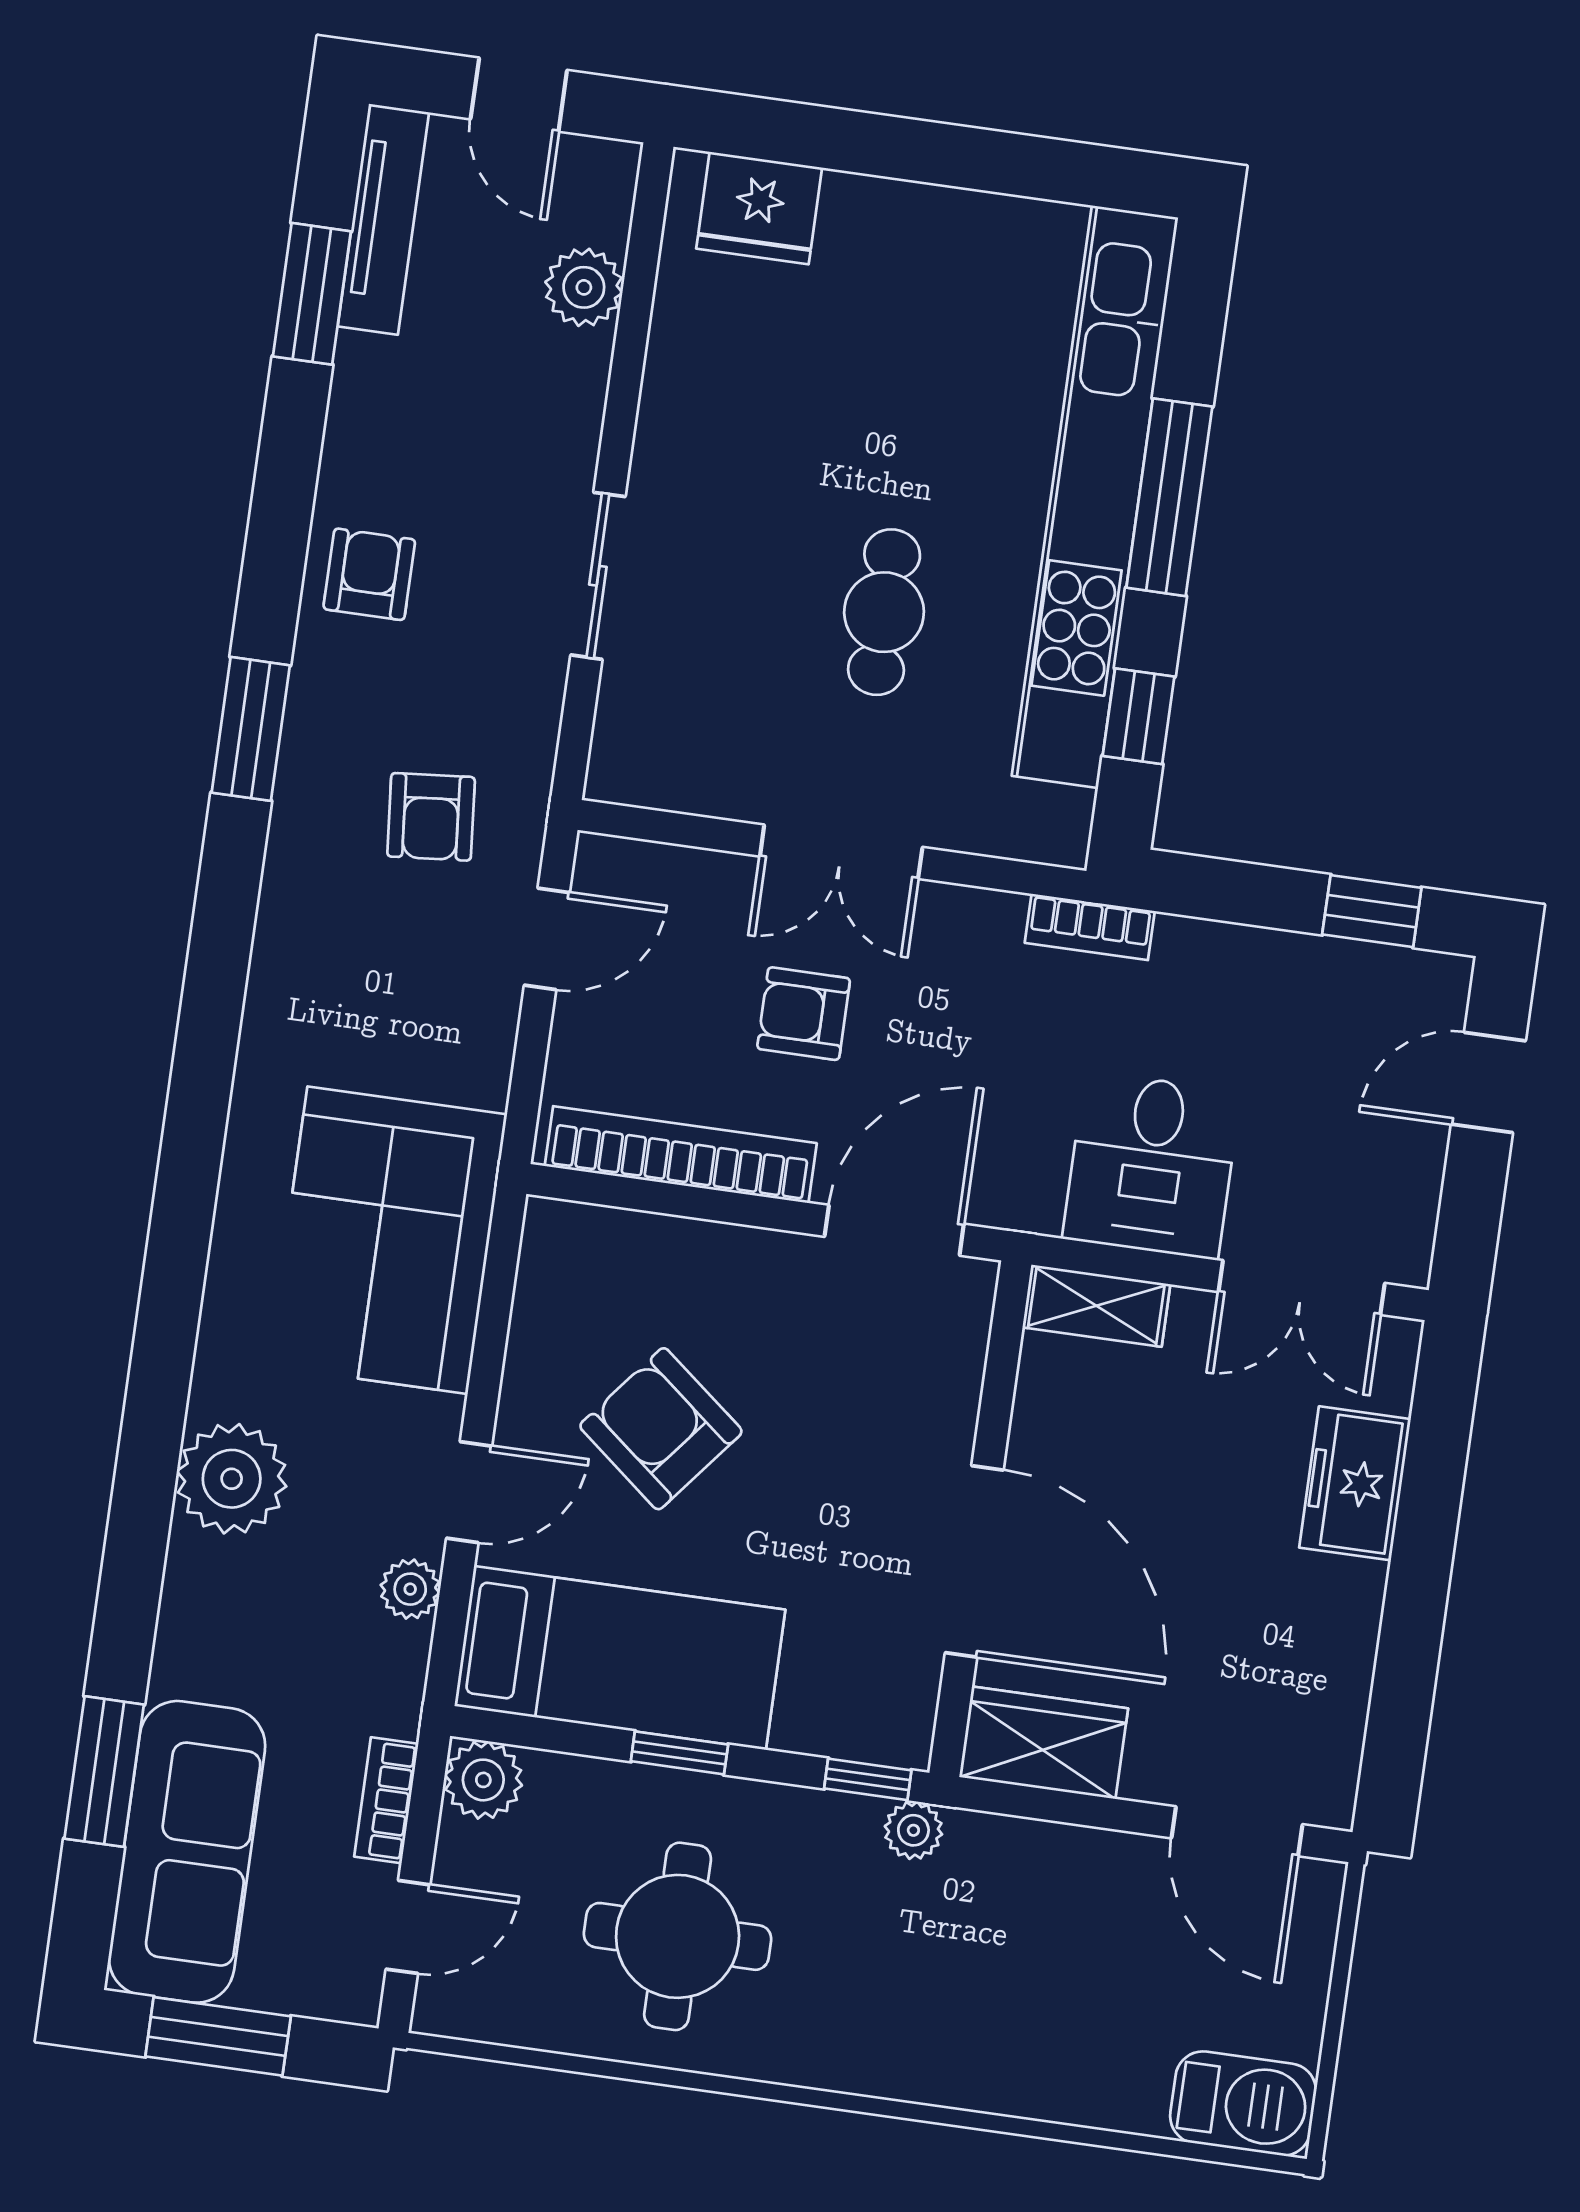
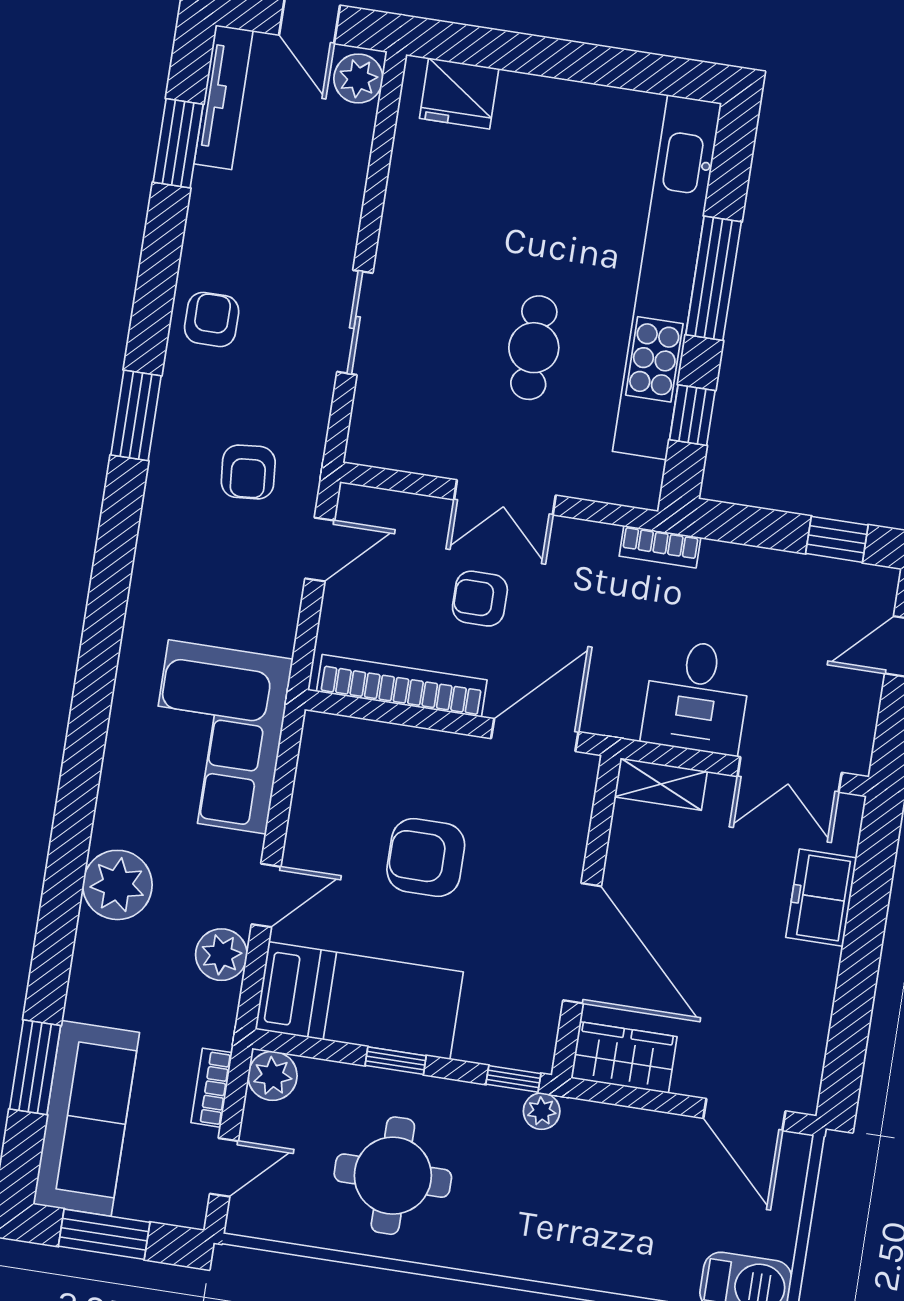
plant: (584, 287) -> (358, 78), moved
armchair: (661, 1429) -> (426, 857), moved, turned -39
plant: (410, 1589) -> (221, 955), width x1.38, depth x1.38

